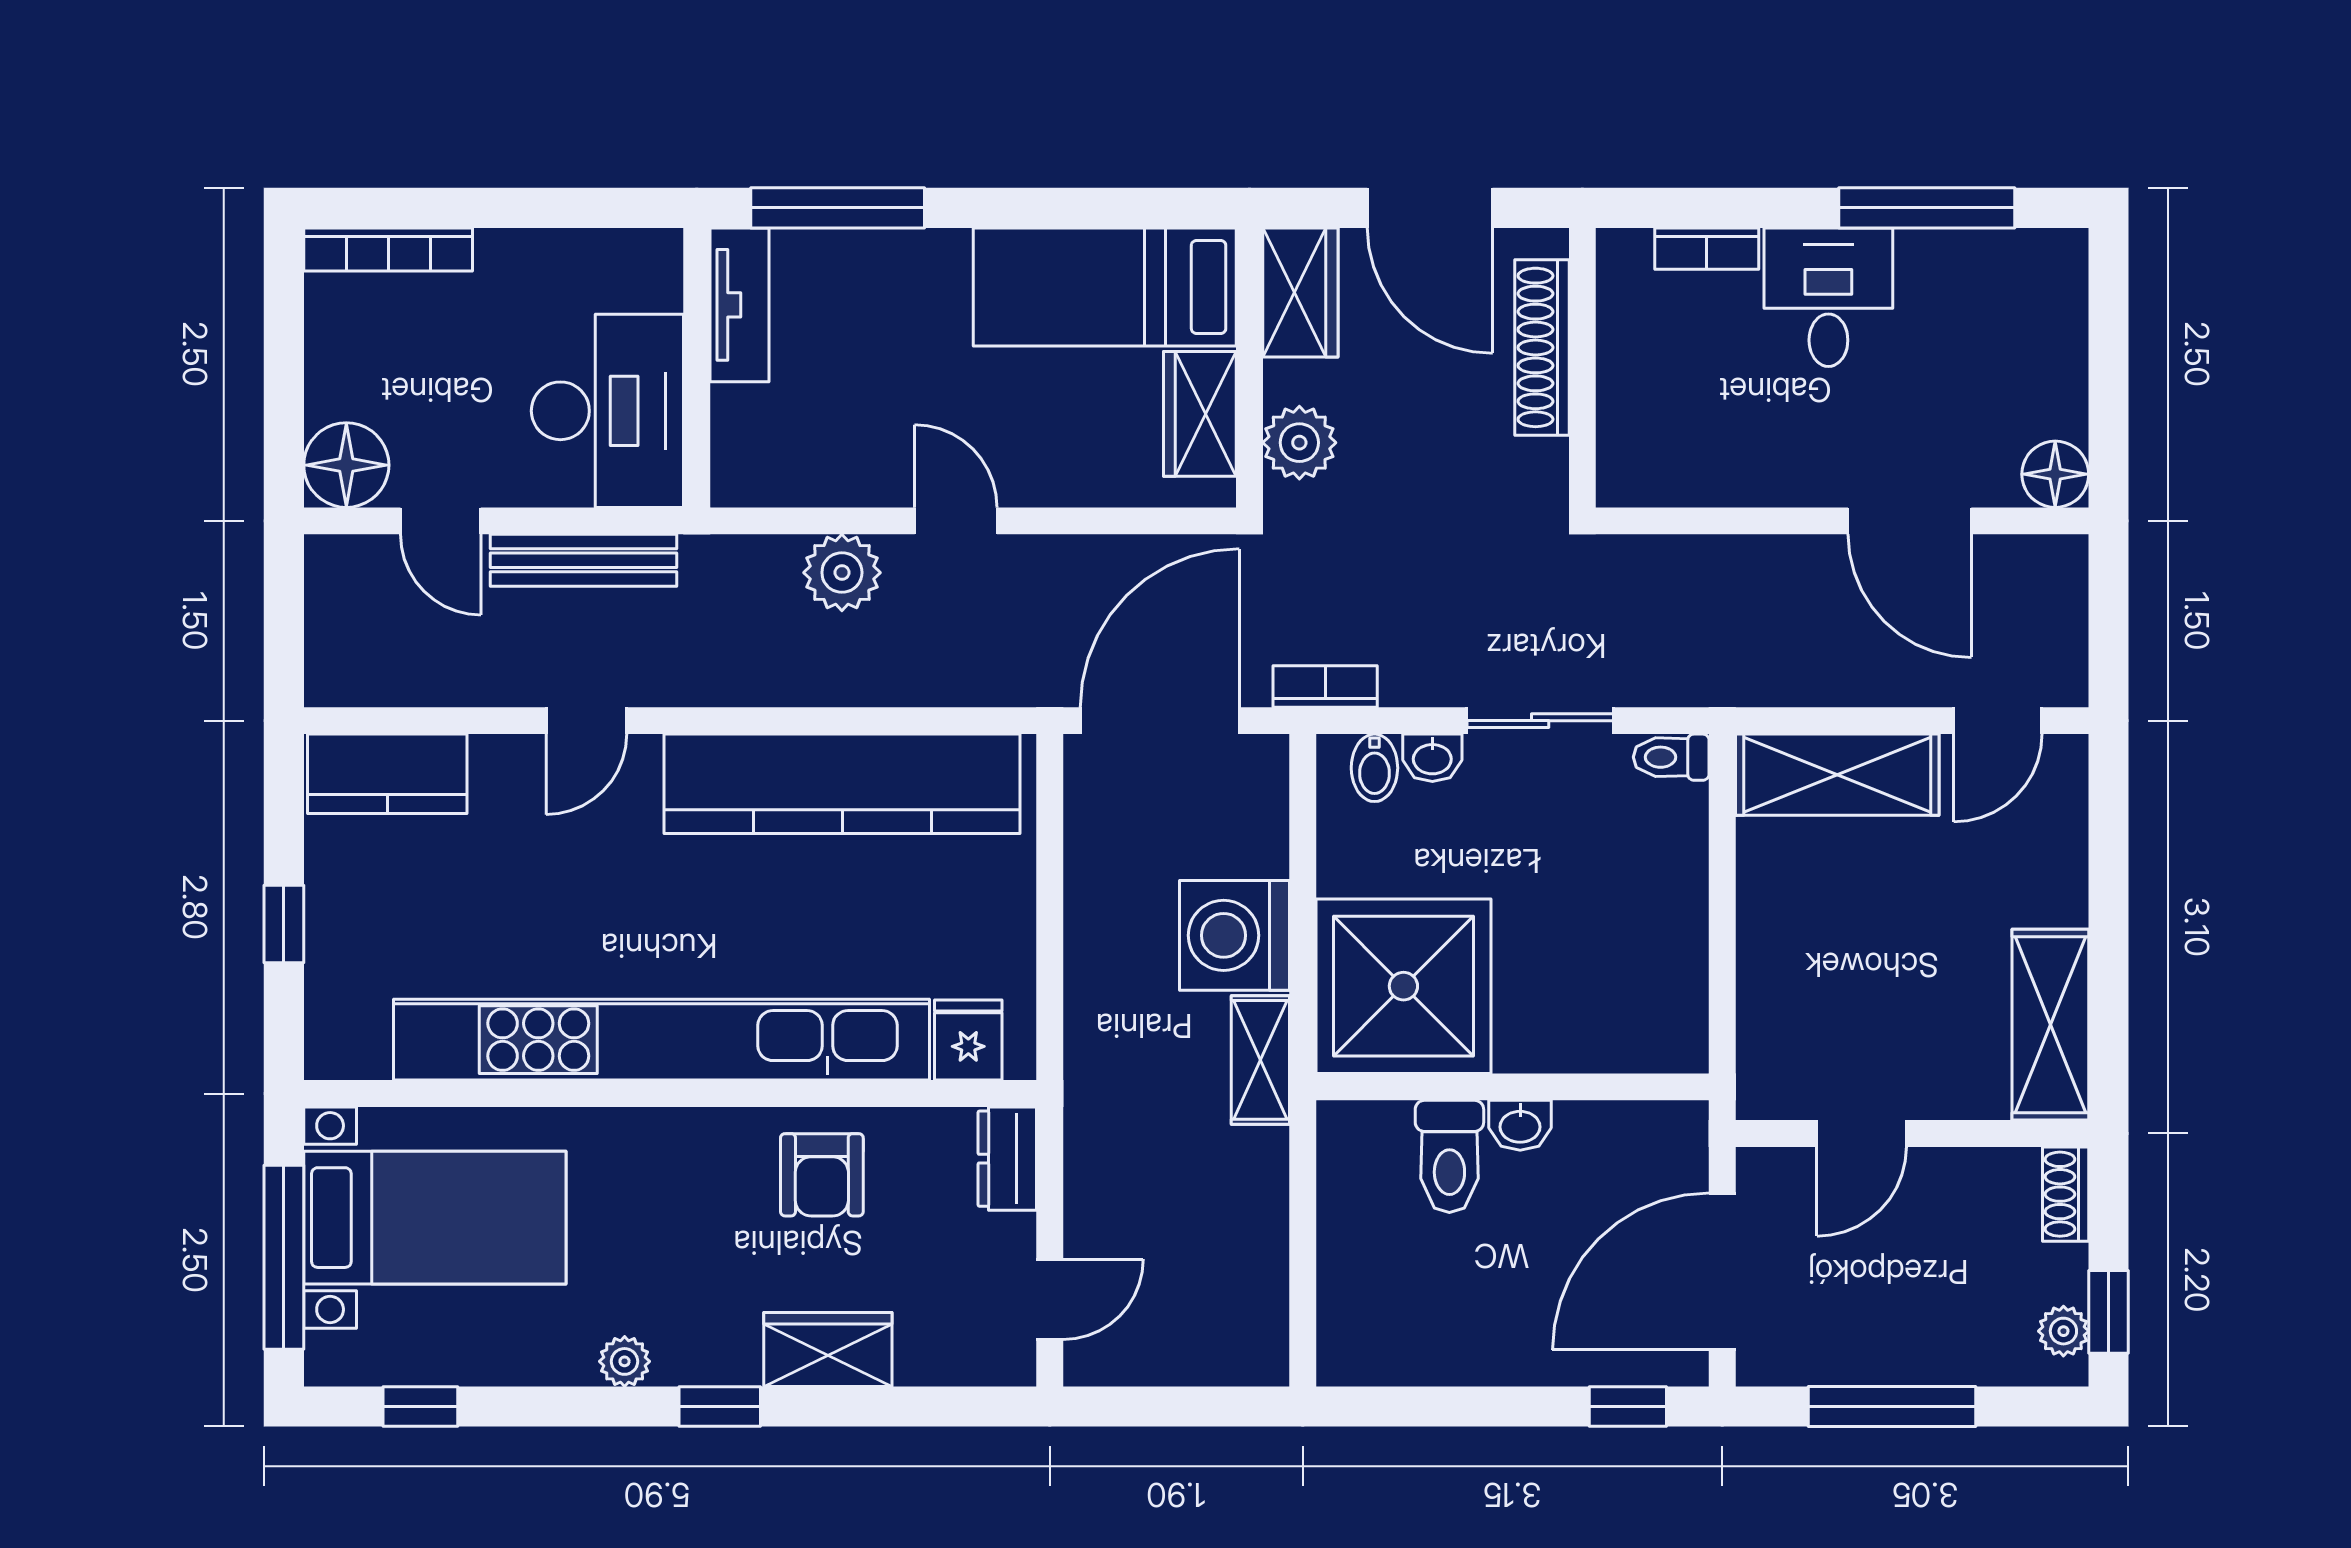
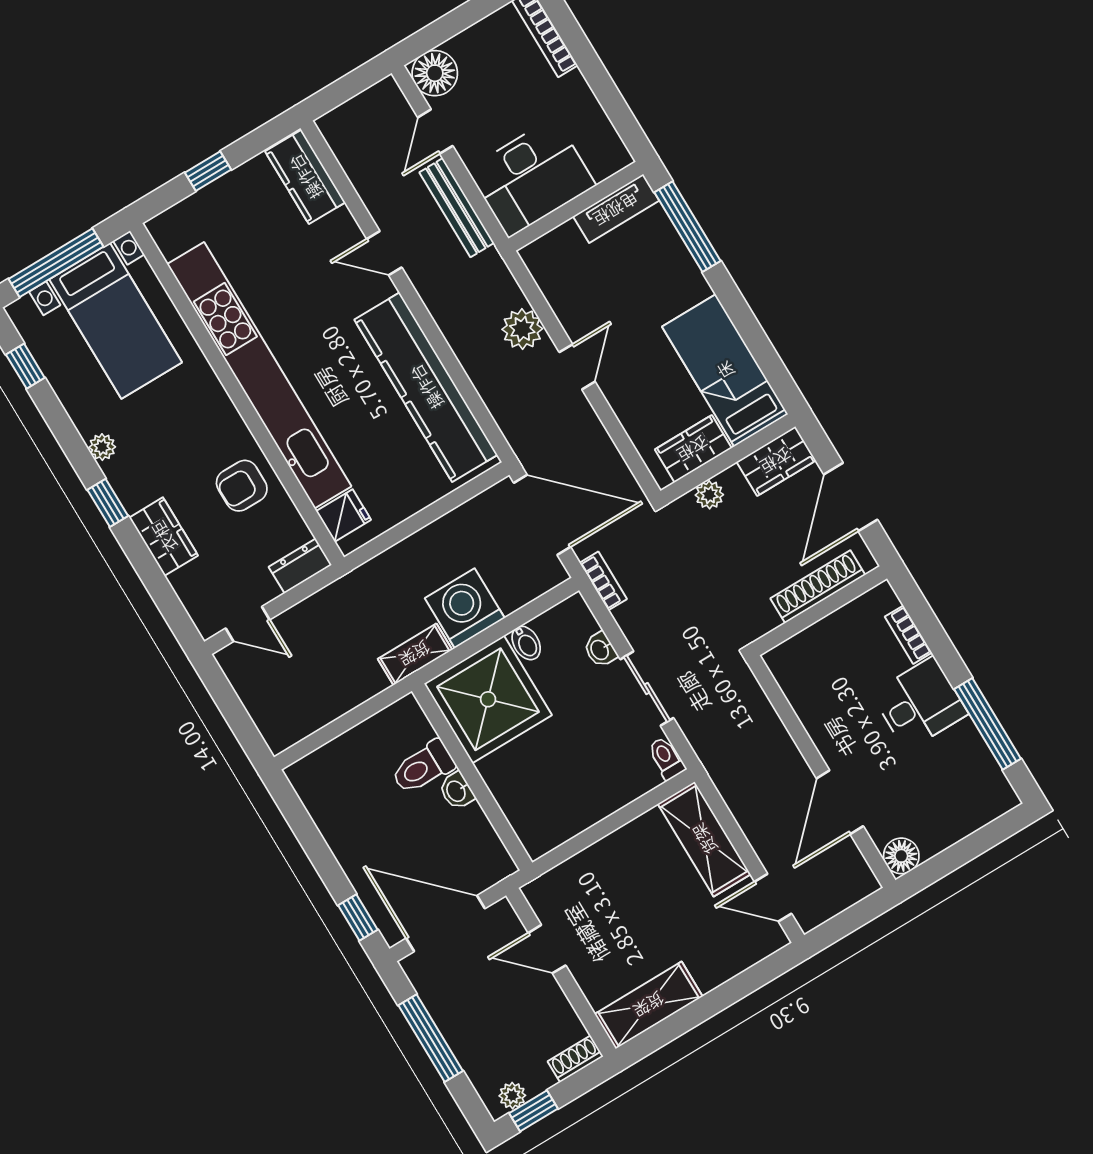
plant: (1299, 443) -> (709, 495), width x0.73, depth x0.73
bidet: (1374, 768) -> (526, 643), moved, turned -90

